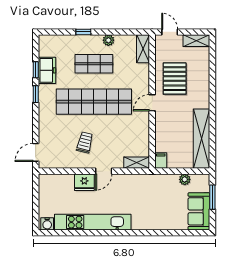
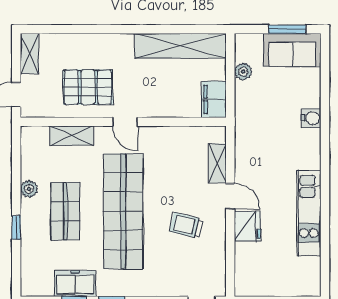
shelving: (143, 49) -> (72, 136), moved
filing cabinet: (161, 161) -> (214, 99), width x2.00
shelving: (137, 163) -> (217, 163), moved
window: (212, 197) -> (287, 29), moved
kitchen unit: (93, 222) -> (309, 213), width x0.73
water cooler: (47, 224) -> (311, 118), moved

